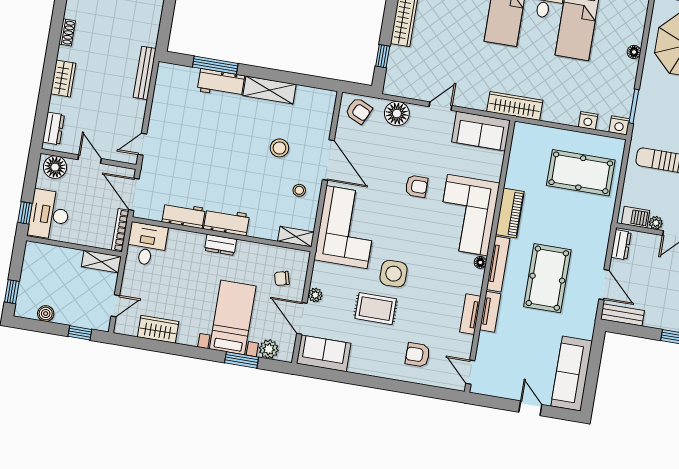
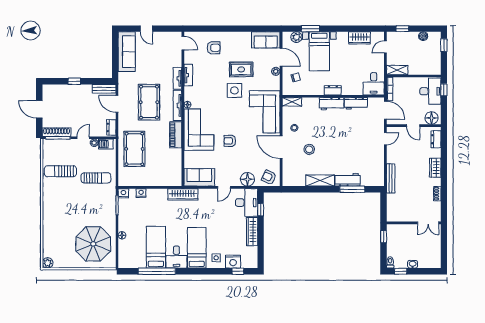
desk: (405, 73) -> (247, 203), added
pool table: (581, 173) -> (134, 149), moved, turned 90

